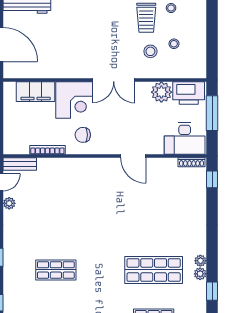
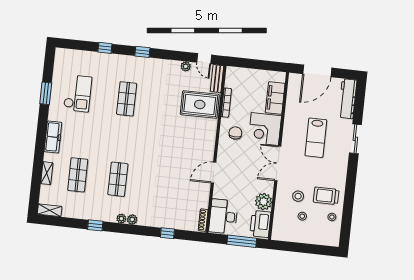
lab bench: (78, 38) -> (316, 138), added
window: (212, 179) -> (167, 233), moved
rug: (53, 181) -> (200, 104), added
shop shelf: (154, 270) -> (118, 179), width x0.70, depth x0.74
plant: (200, 274) -> (132, 220), moved

